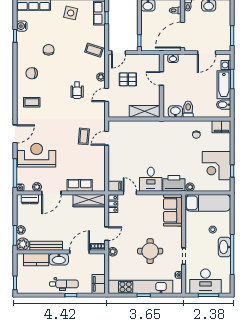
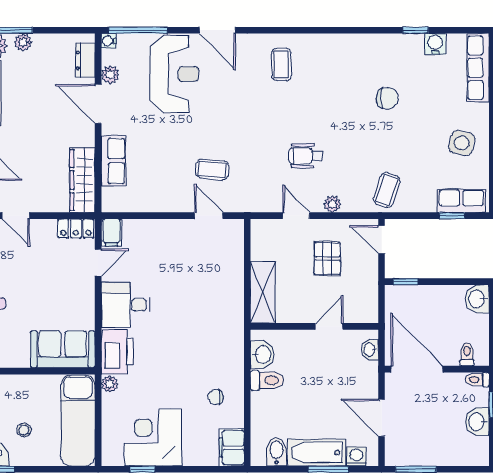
chair: (32, 73) -> (340, 64), removed

